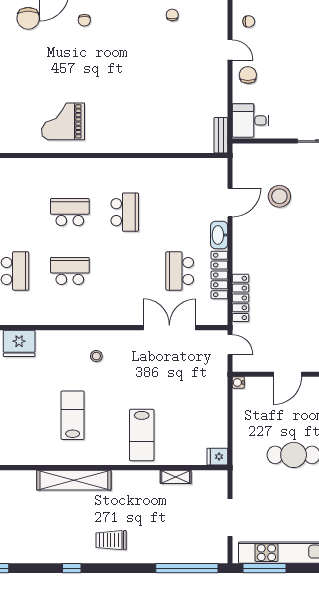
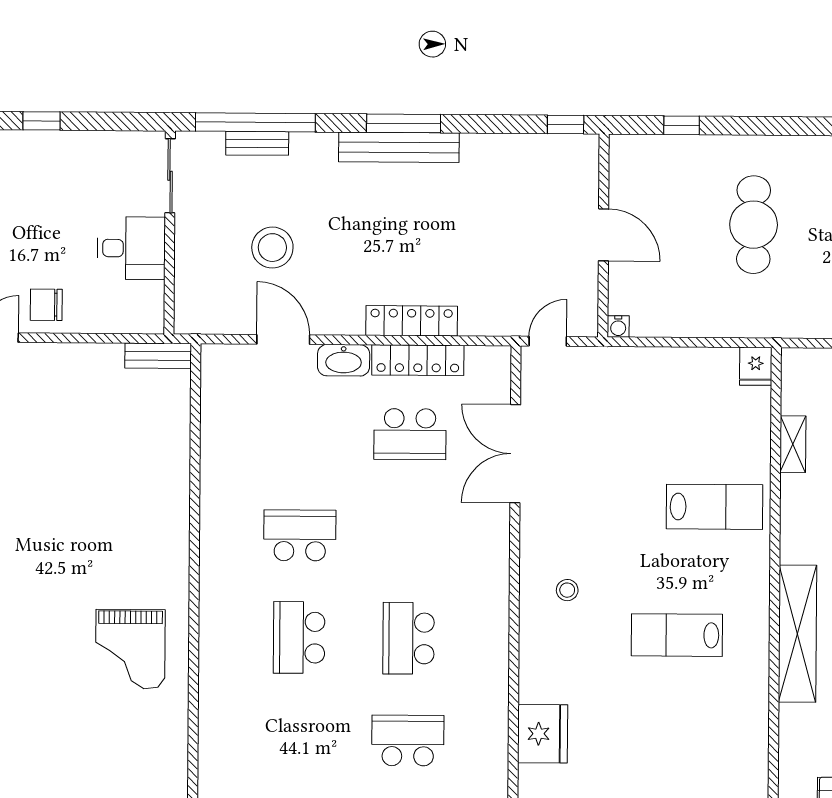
desk: (251, 120) -> (131, 248), moved, turned -90
locker: (241, 298) -> (412, 321), moved

